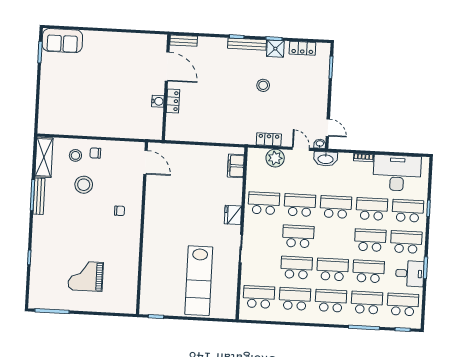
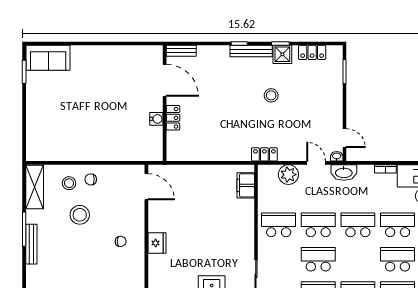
locker: (269, 139) -> (264, 154), moved
bench: (39, 196) -> (31, 244), moved
fridge: (233, 215) -> (157, 243), moved, turned 180

